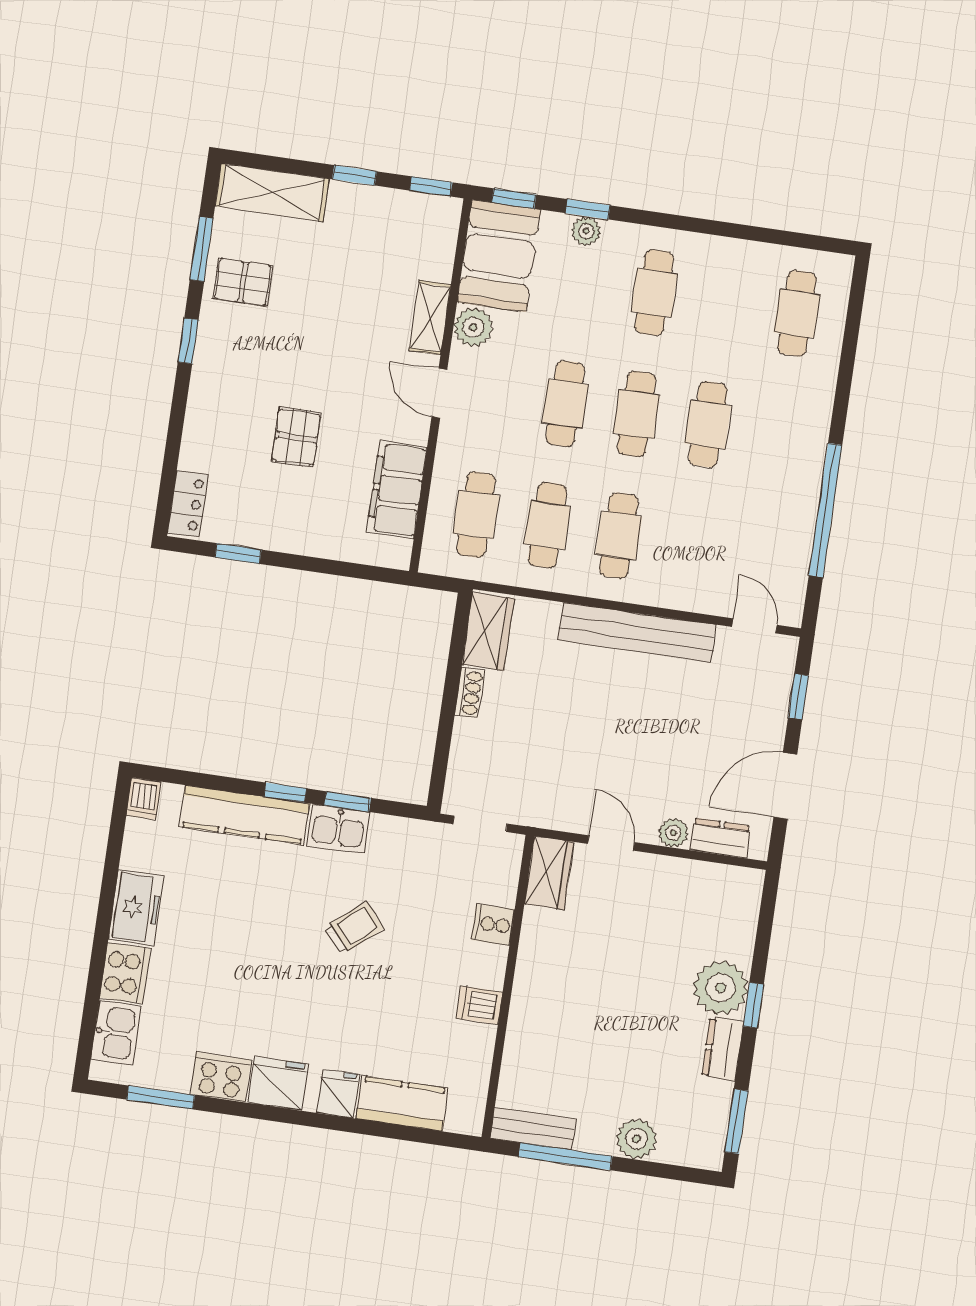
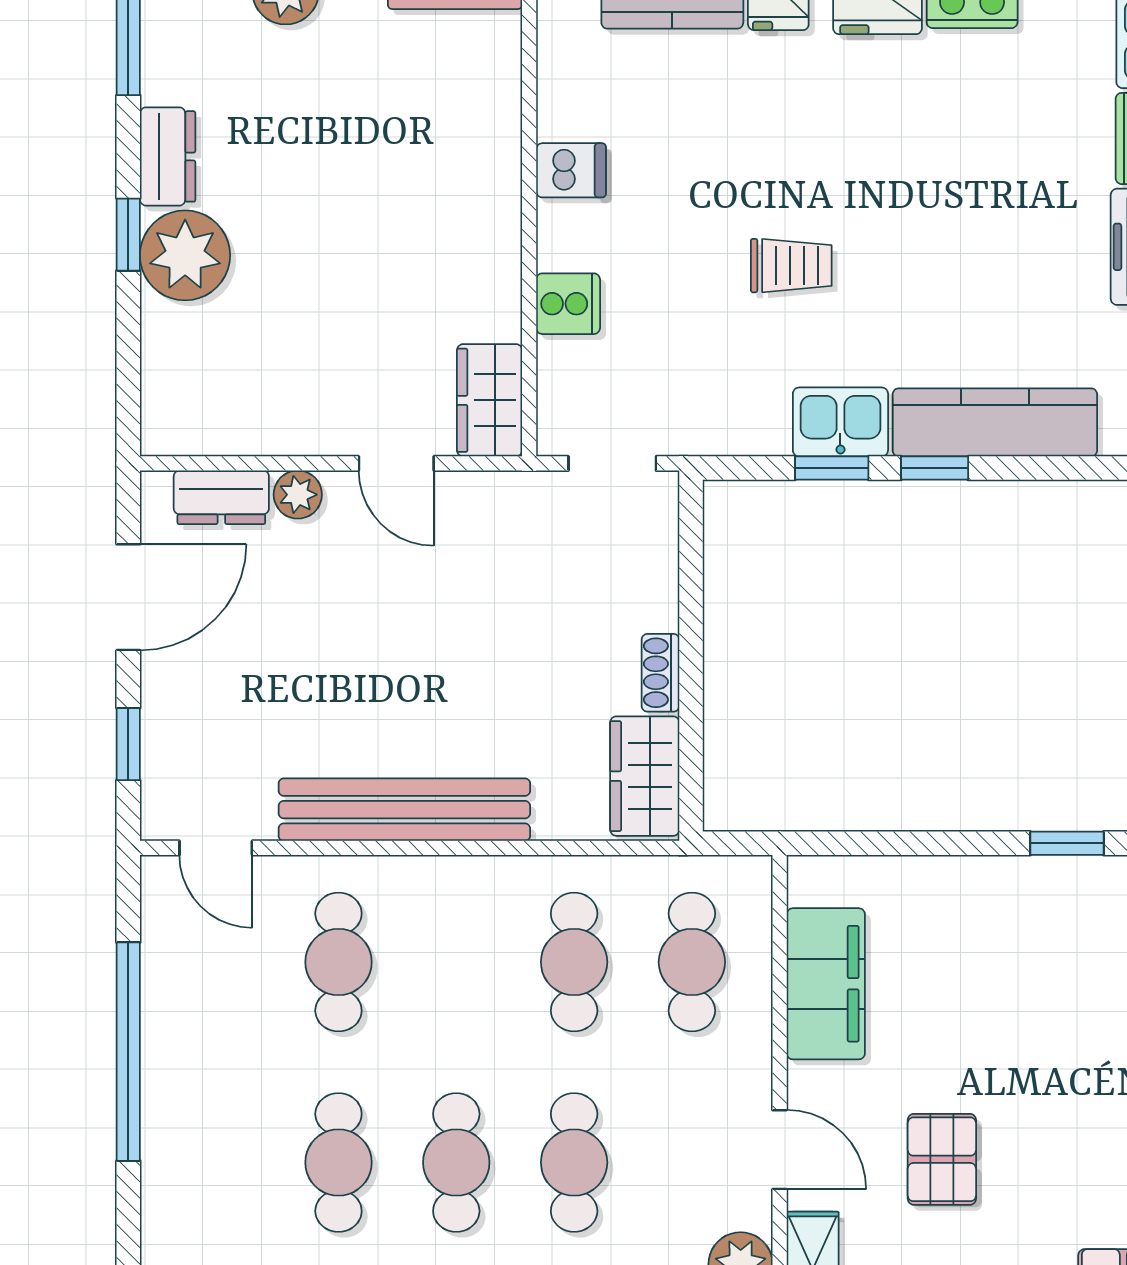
pallet: (296, 437) -> (942, 1159), moved
cafe table: (619, 535) -> (338, 962), moved
trolley: (354, 928) -> (791, 266), turned -140

